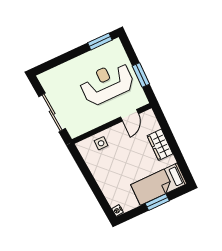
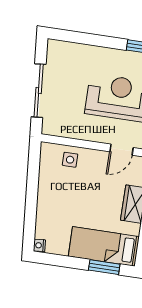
window: (157, 202) -> (104, 267), moved

